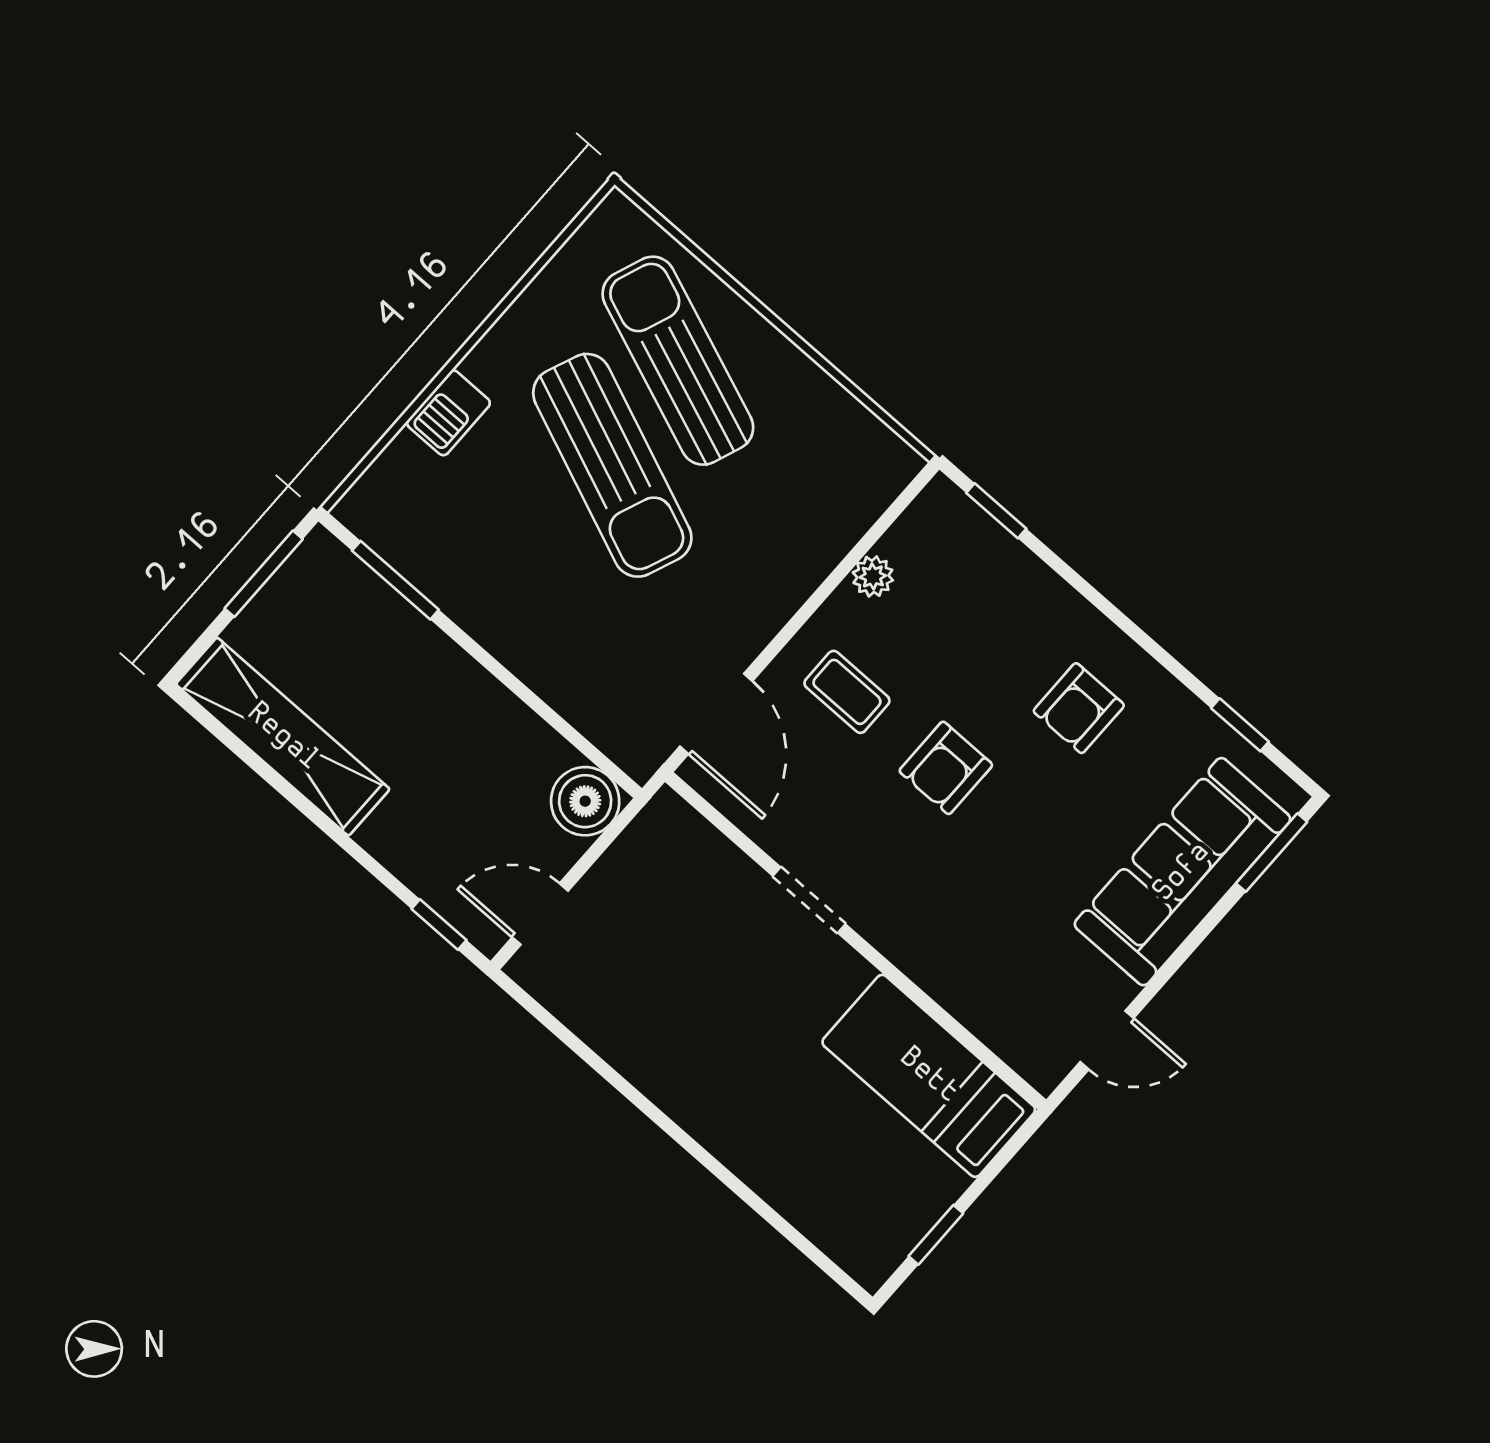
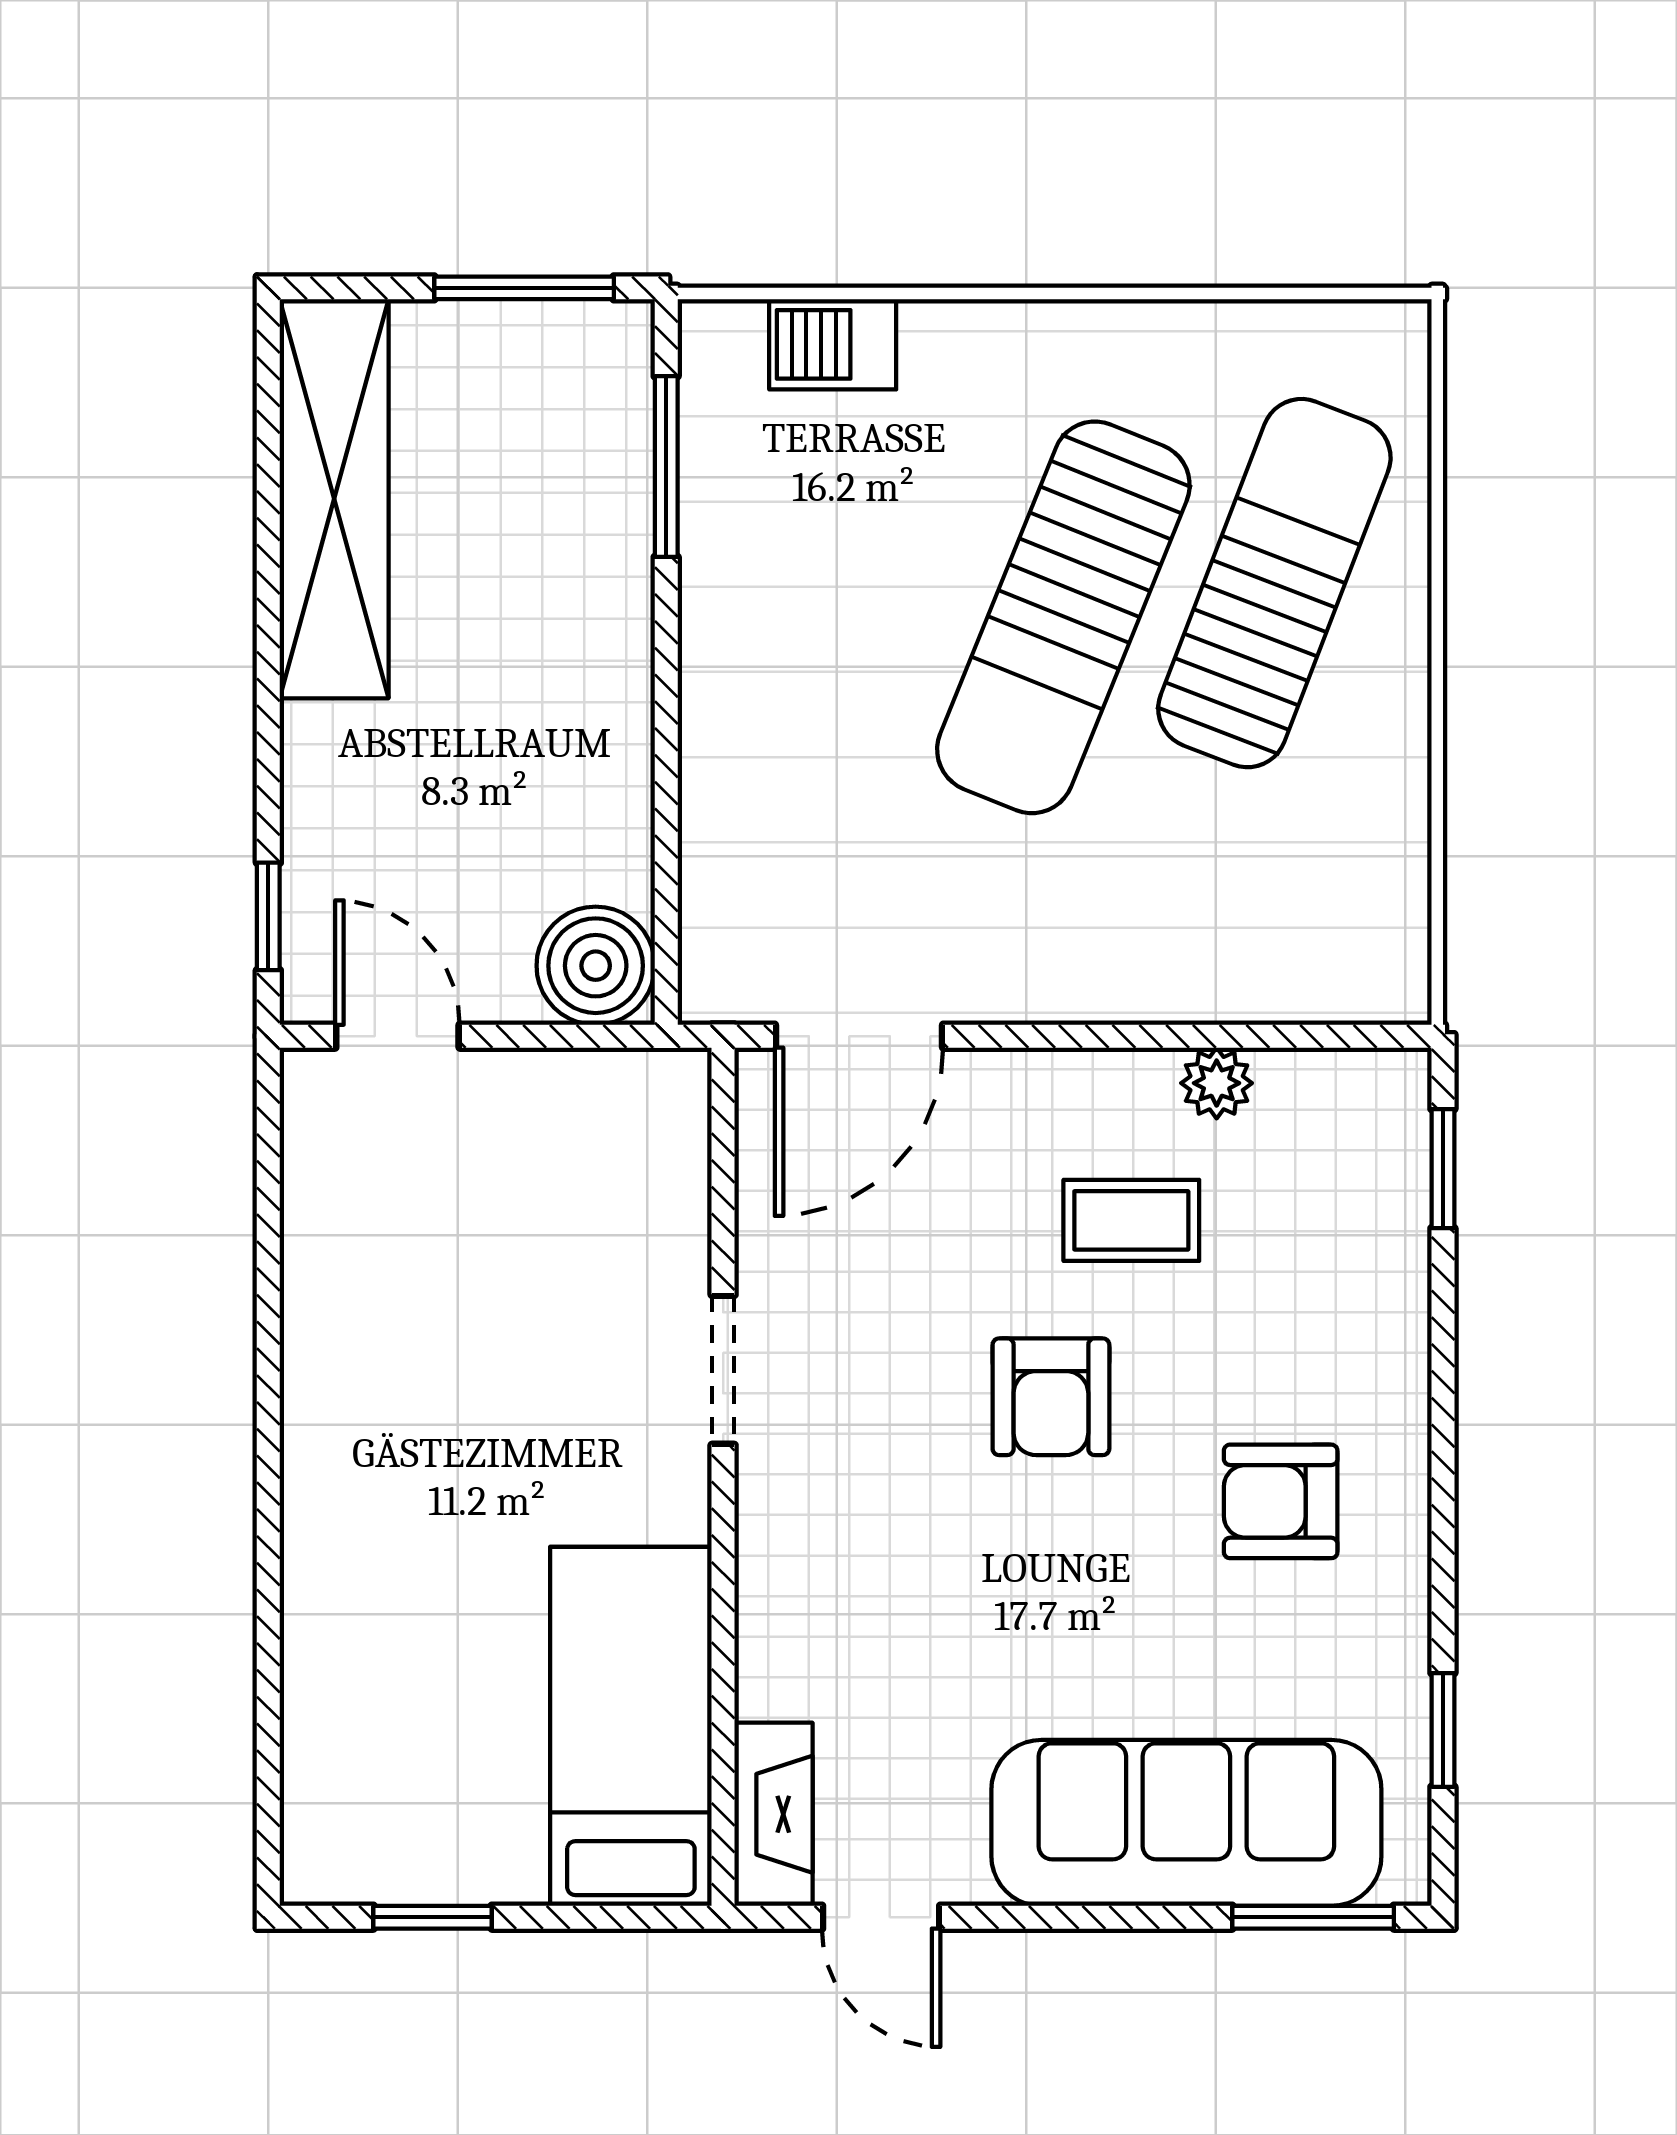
barbecue: (448, 413) -> (833, 344), moved
coffee table: (847, 692) -> (1131, 1220), moved, turned 90
armchair: (946, 768) -> (1051, 1397), turned -90
fireplace: (1021, 1048) -> (774, 1814), added

